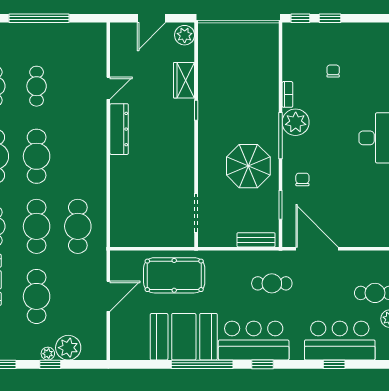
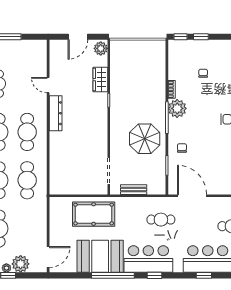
door: (108, 88) -> (48, 85), swing flipped
cafe table: (78, 156) -> (27, 132), added
bench: (256, 240) -> (134, 190), moved
door: (108, 296) -> (48, 257), moved

